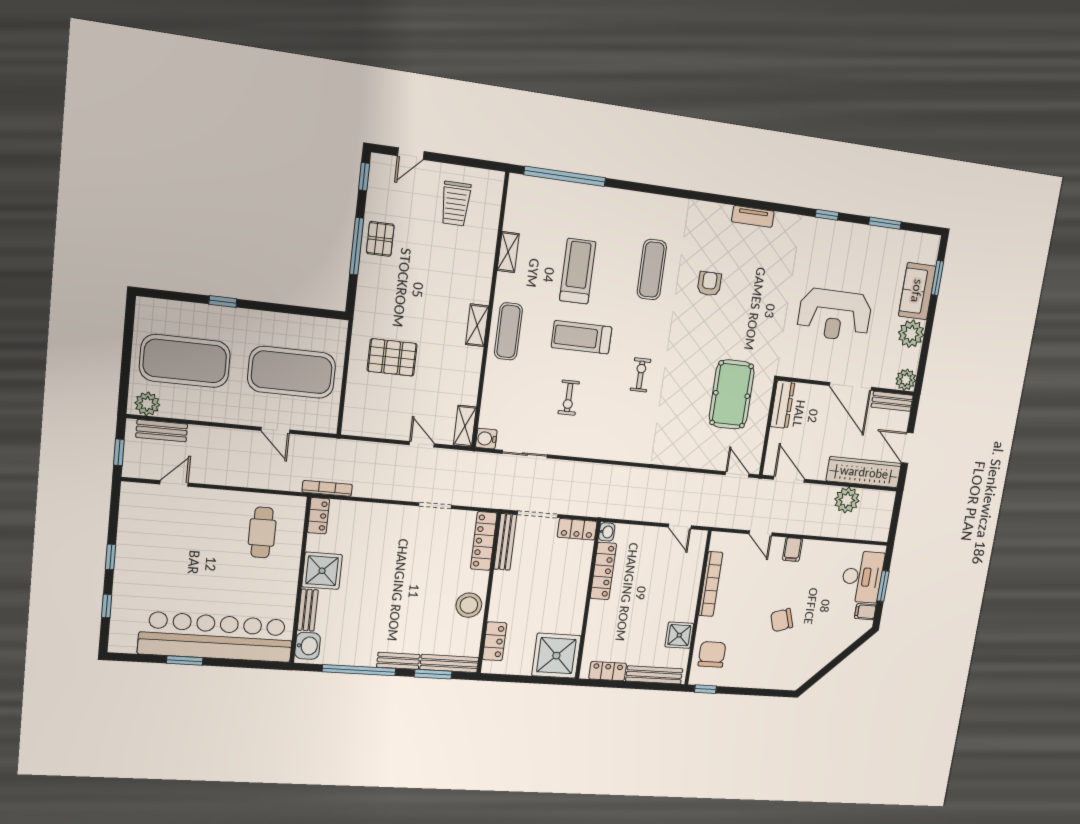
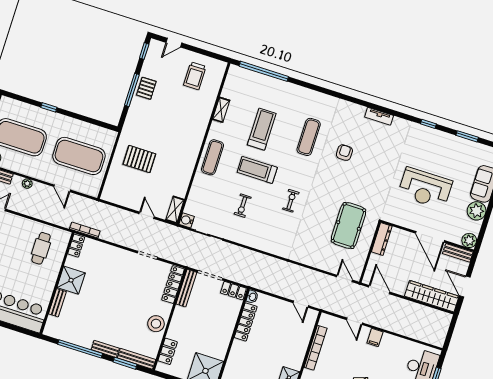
shelving: (477, 325) -> (194, 150), removed
plant: (847, 500) -> (27, 184), moved, width x0.53, depth x0.53
washbasin: (308, 646) -> (52, 325), removed

